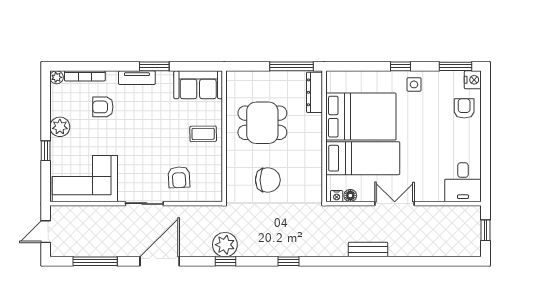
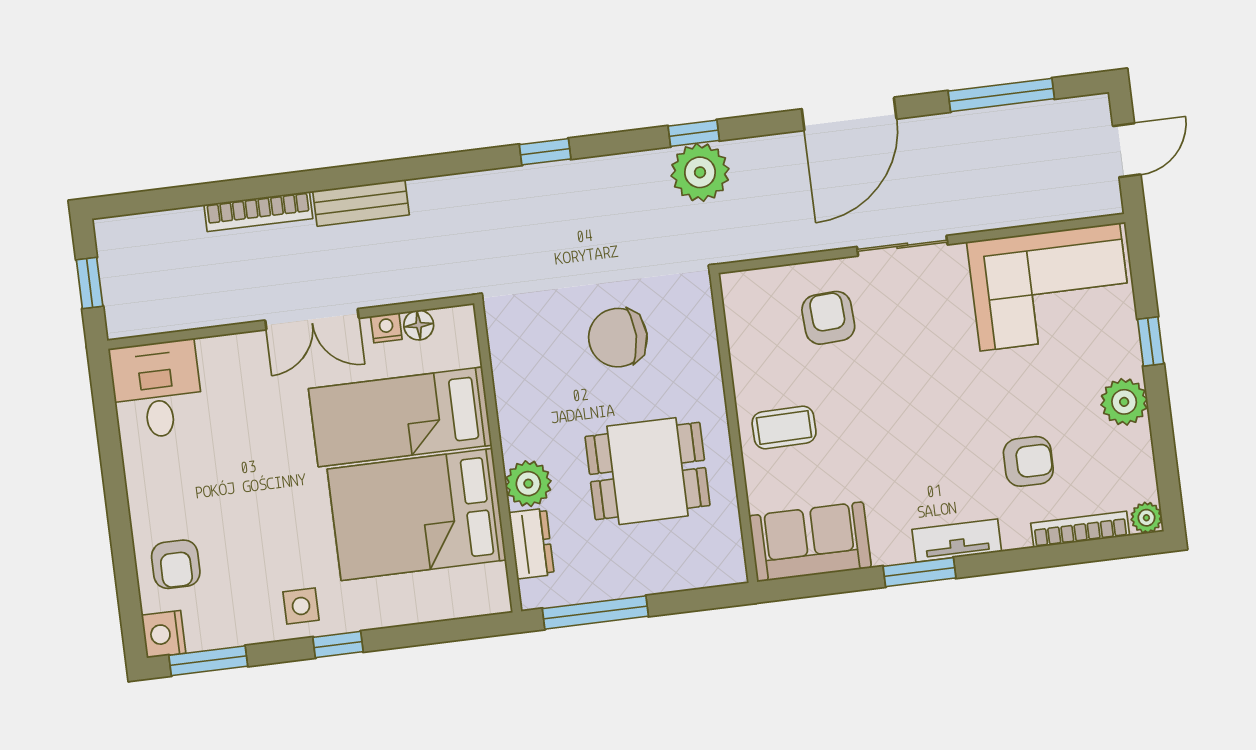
dresser: (315, 92) -> (531, 544), width x0.70
plant: (313, 124) -> (528, 484), added
nightstand: (337, 196) -> (386, 328), moved
bookcase: (411, 251) -> (258, 212), added

